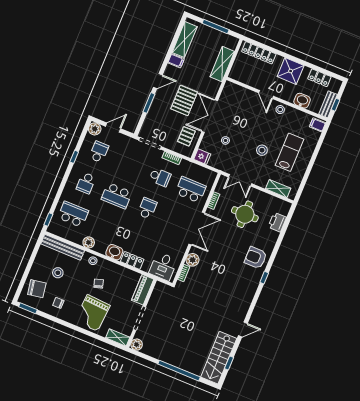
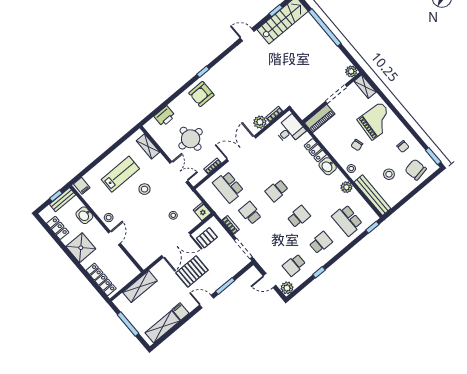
lab bench: (289, 152) -> (120, 174), turned 180
school desk: (117, 196) -> (299, 217), width x0.54
armchair: (256, 258) -> (201, 94), turned 90

